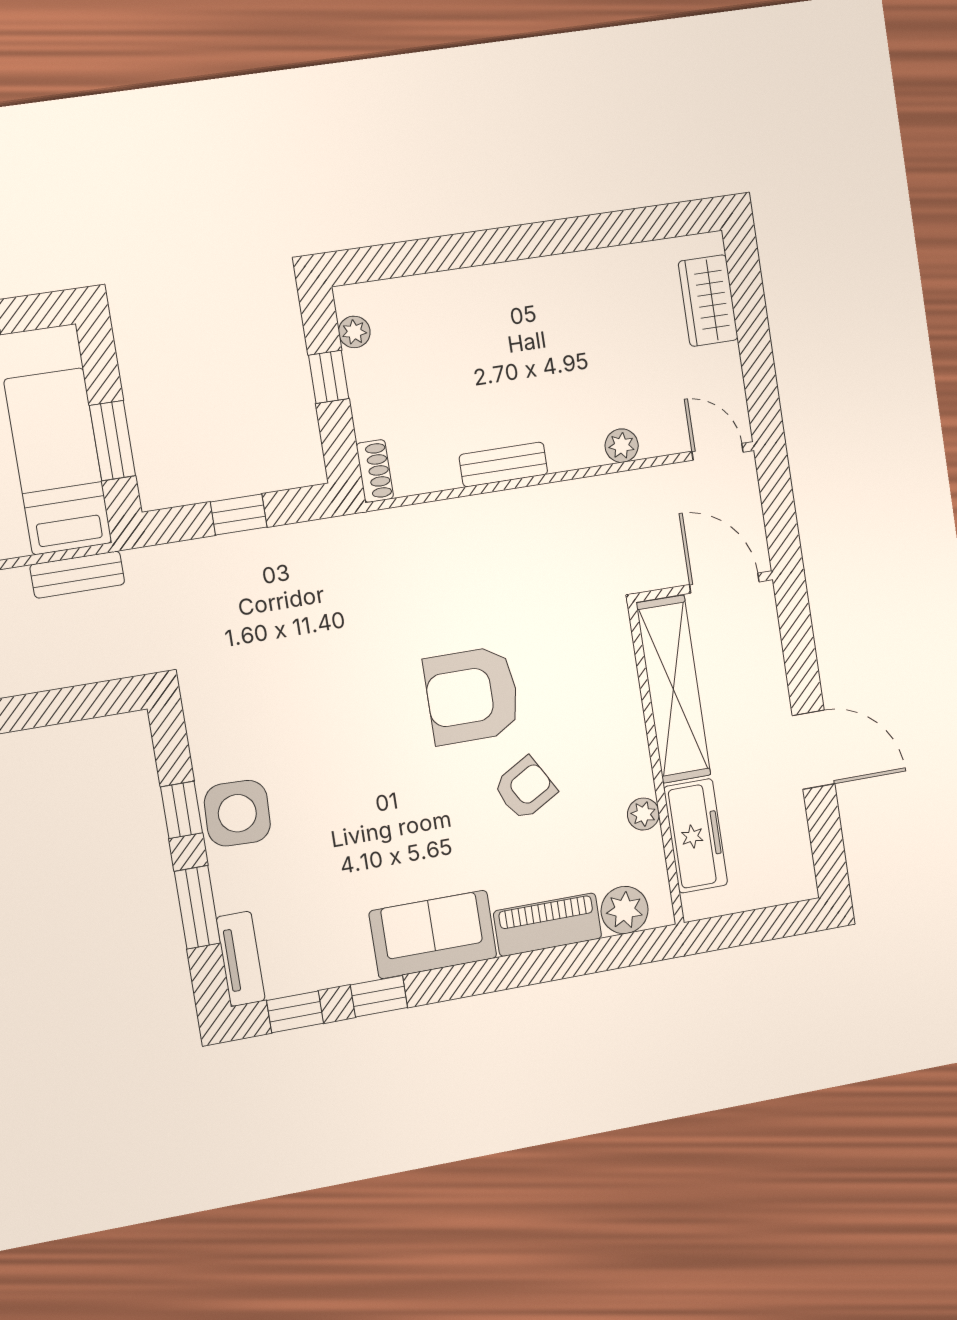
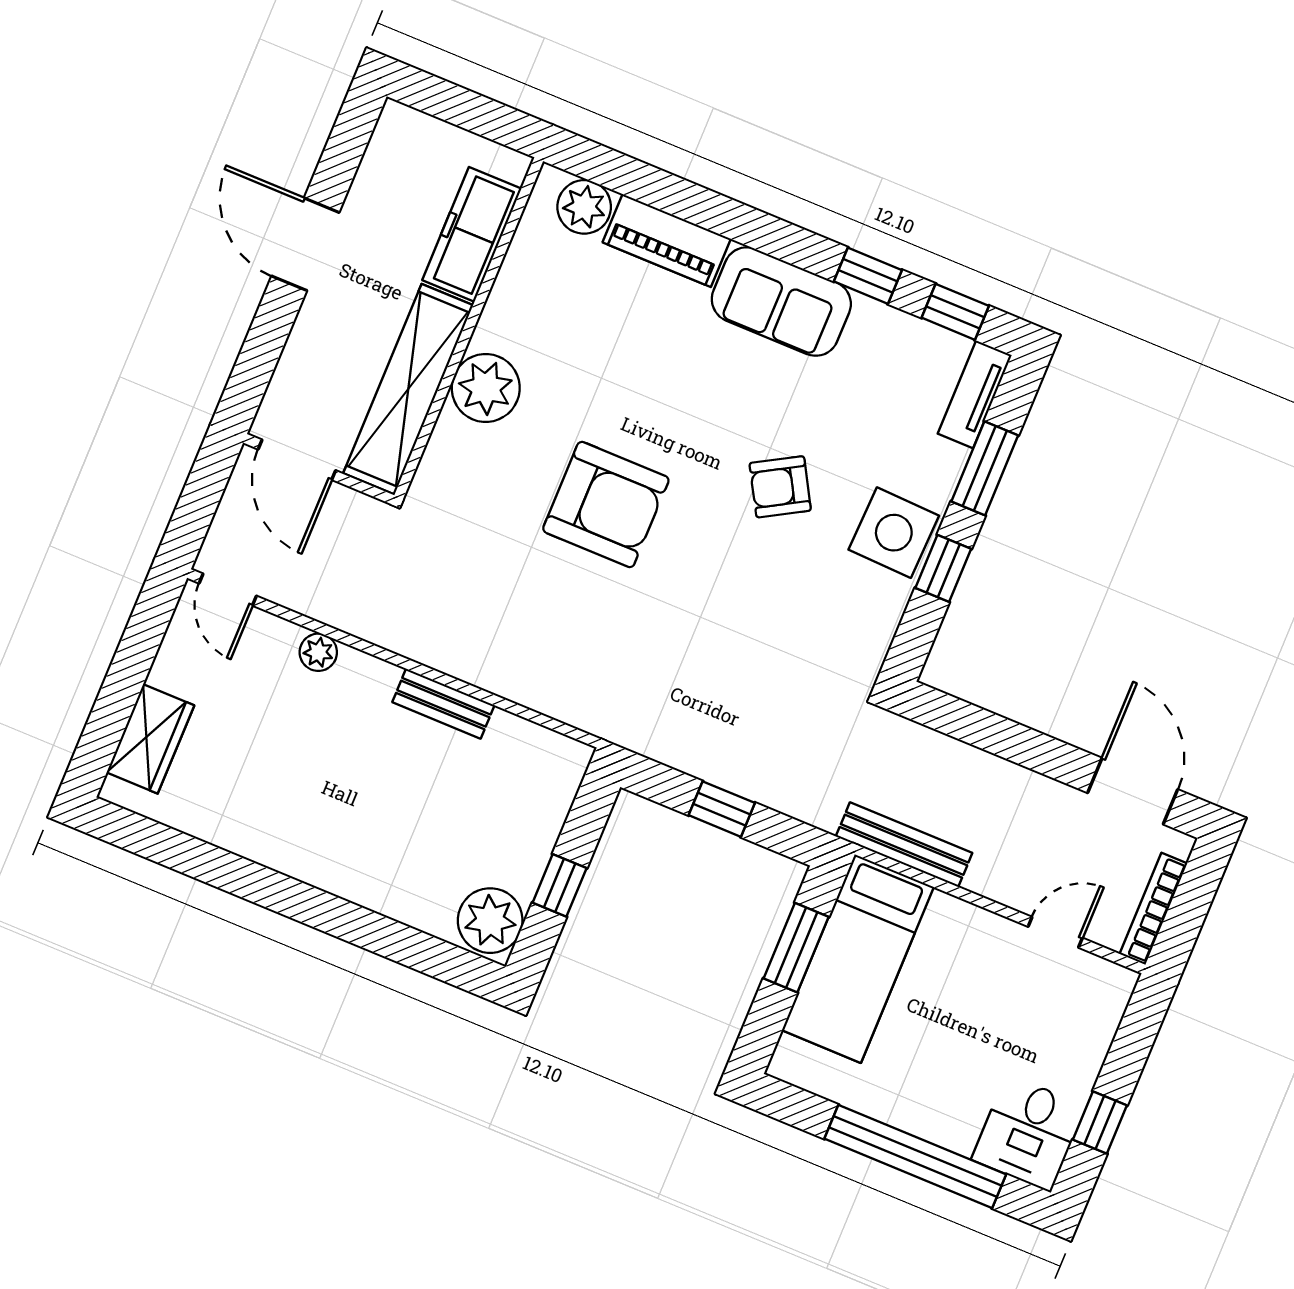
plant: (354, 332) -> (490, 921), width x1.88, depth x1.88
shoe rack: (375, 471) -> (569, 772), removed
bench: (77, 575) -> (904, 845), width x1.36
armchair: (525, 789) -> (780, 487), moved
plant: (643, 814) -> (486, 388), moved, width x1.88, depth x1.88

